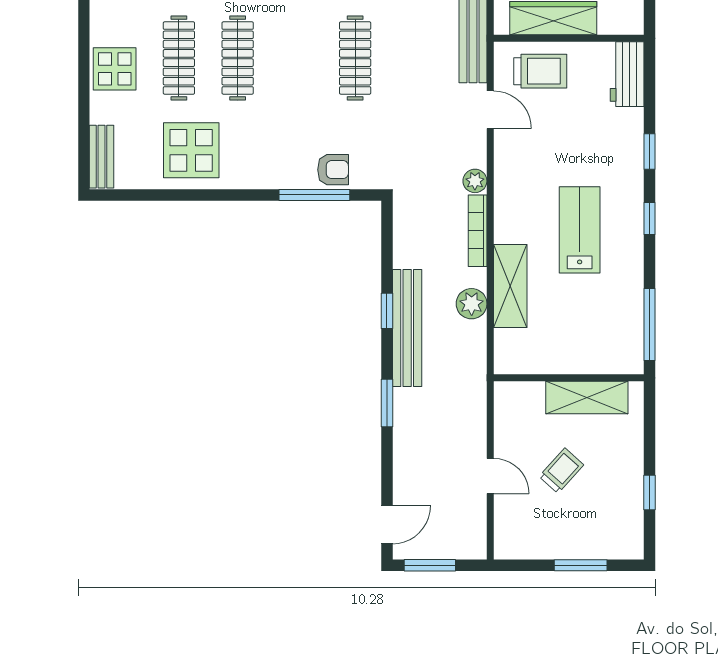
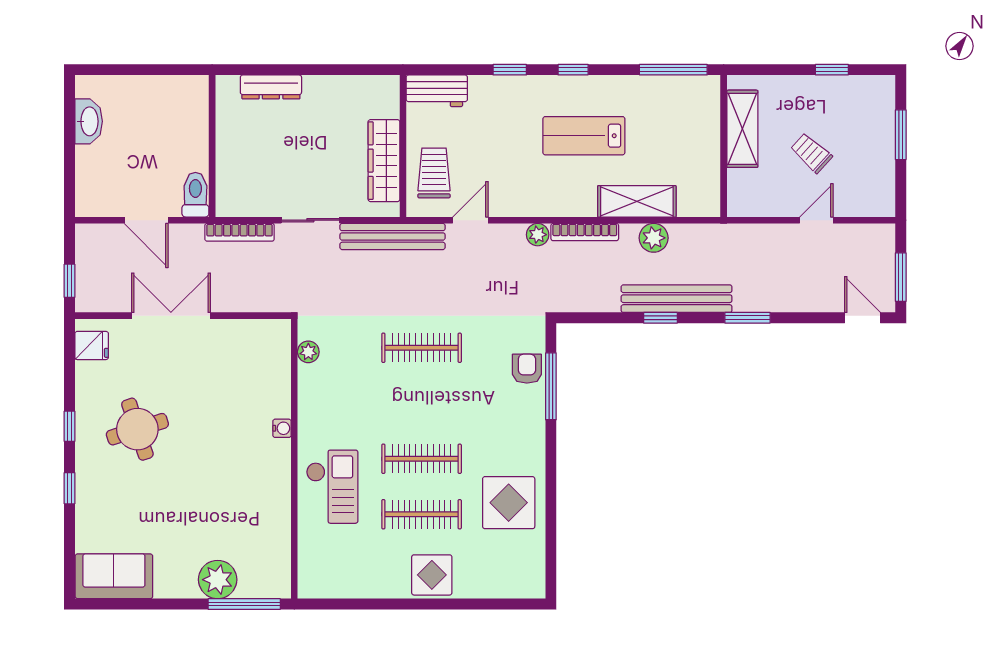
bench: (102, 157) -> (515, 587), removed

